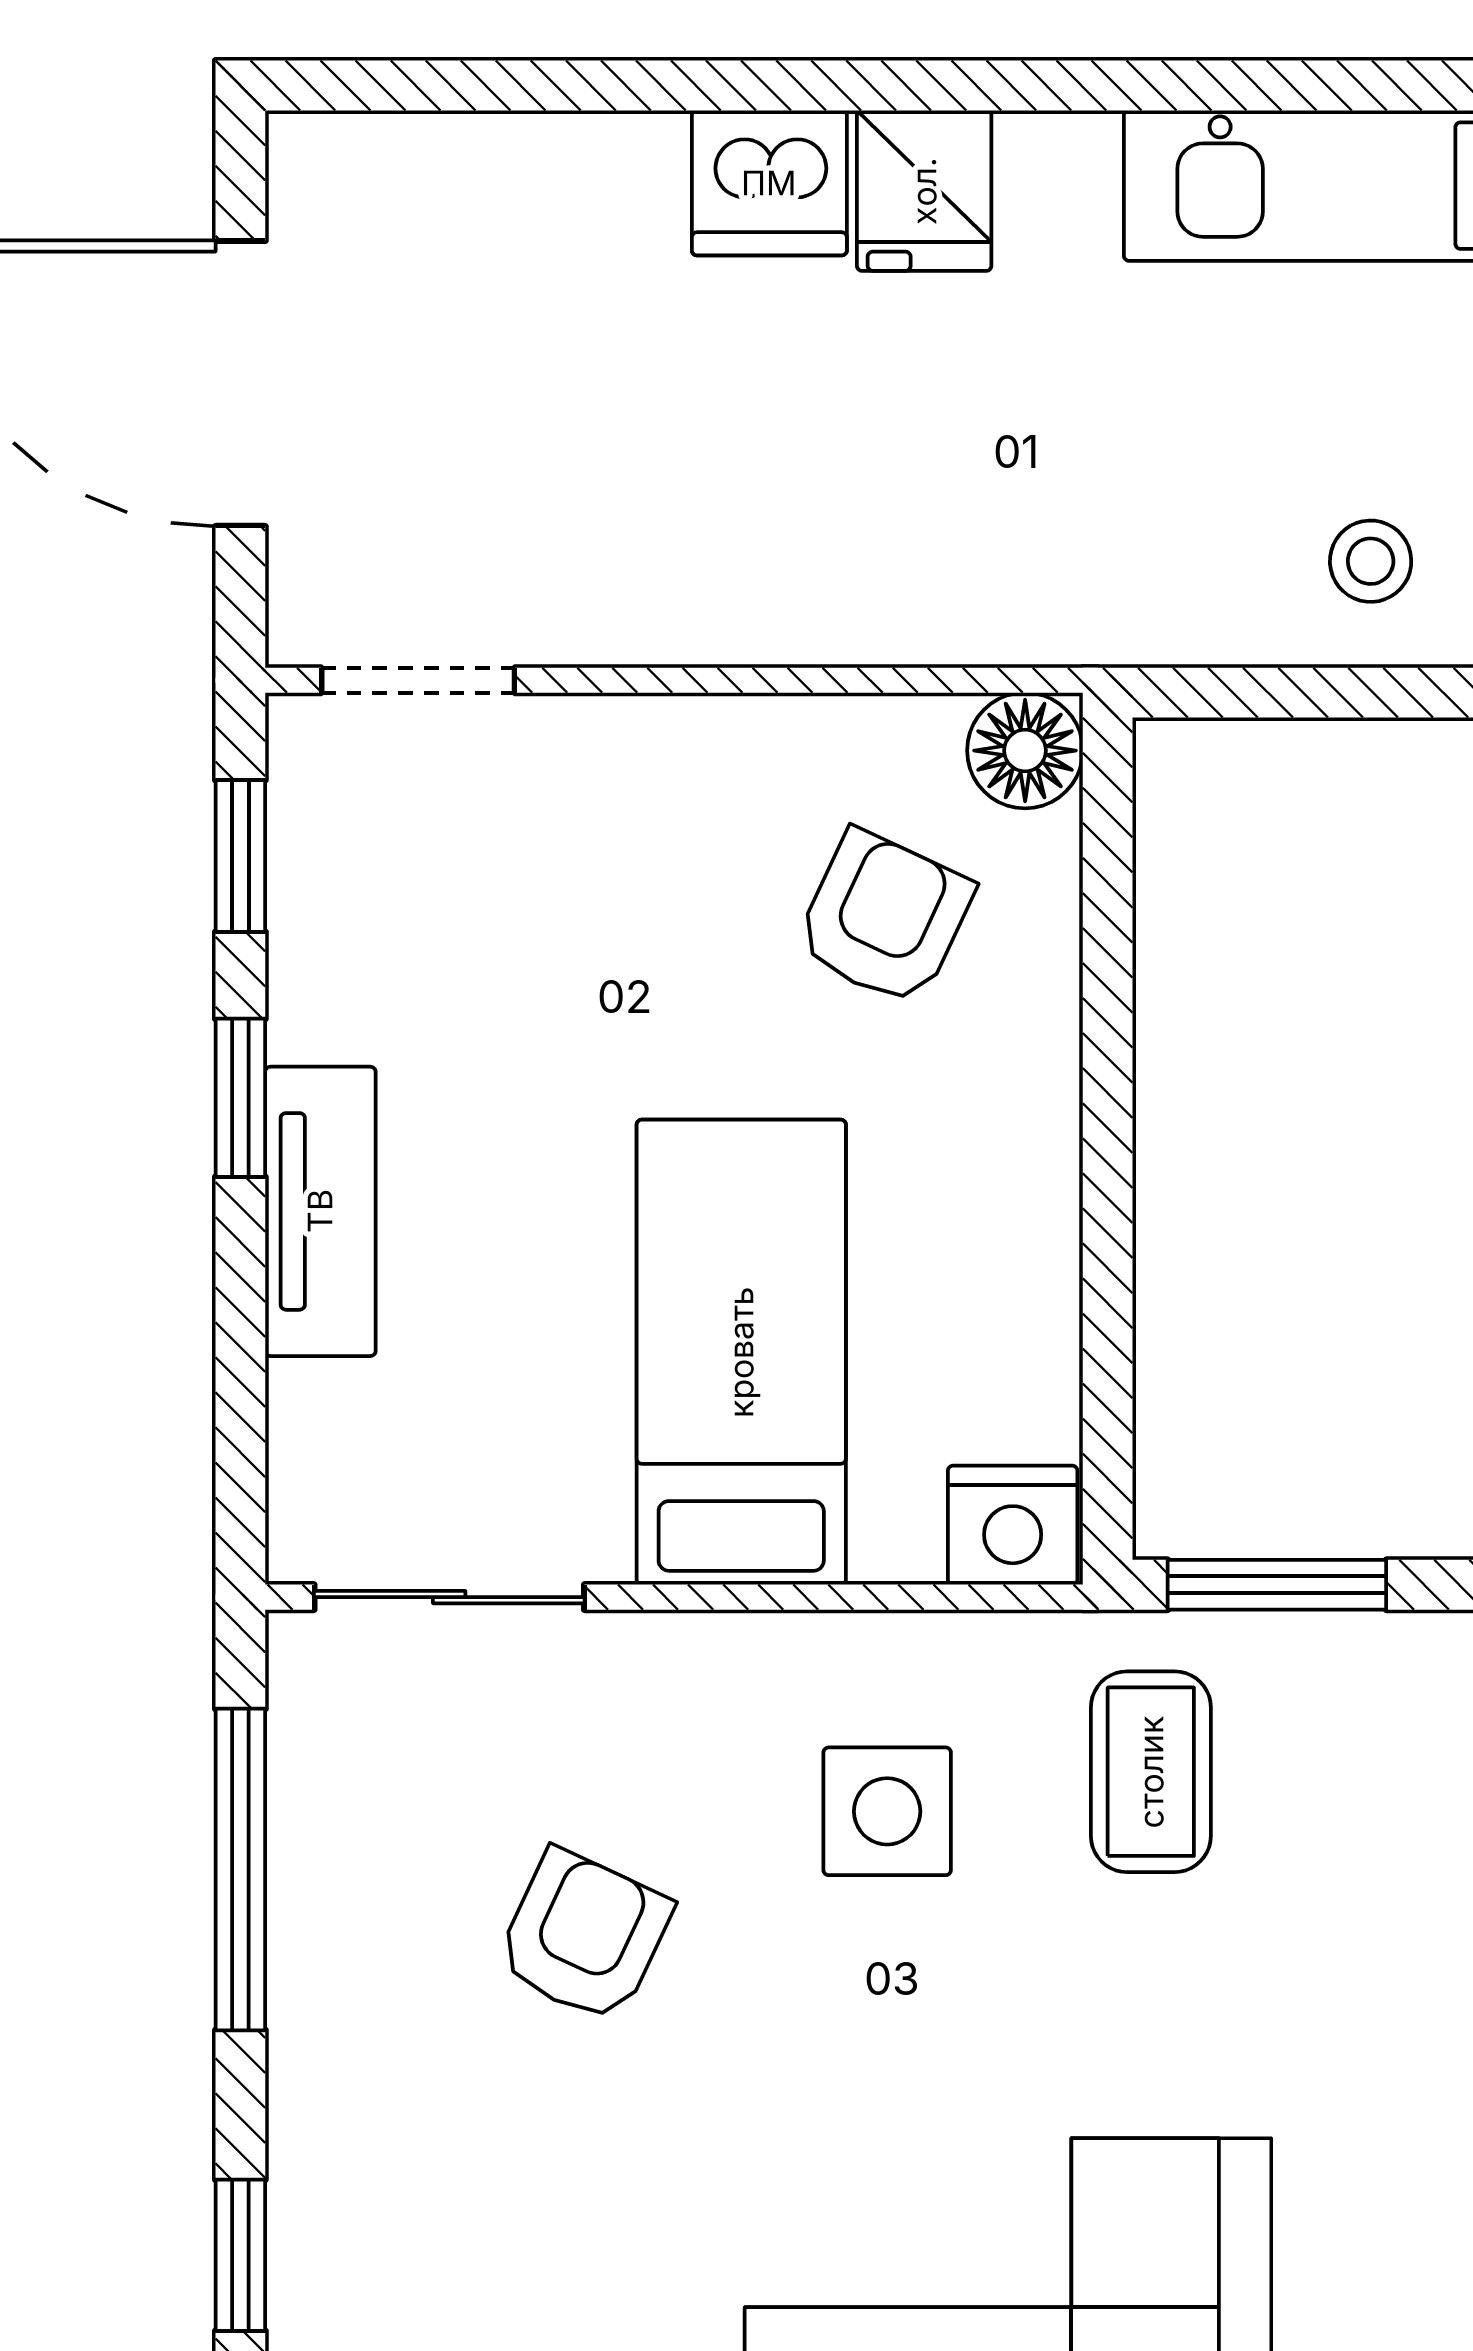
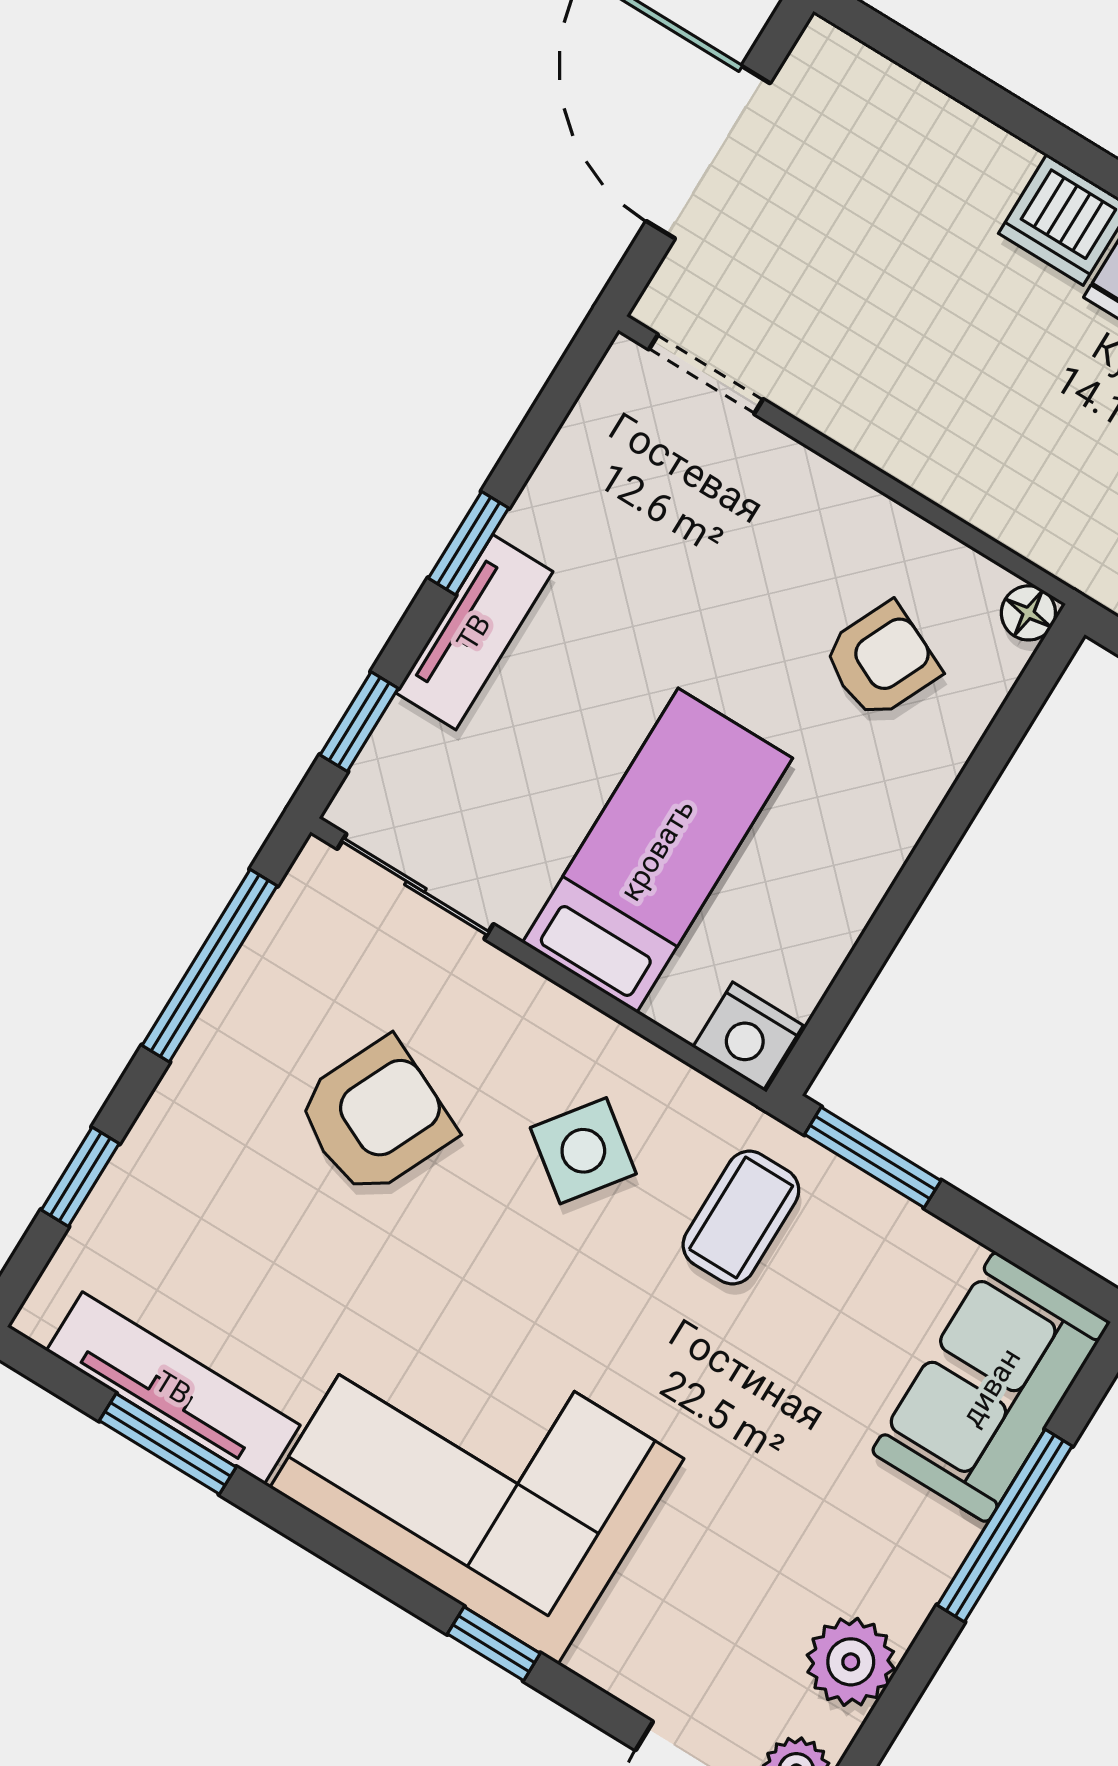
floor lamp: (1025, 751) -> (1028, 613), width x0.73, depth x0.73
window: (240, 856) -> (359, 722), moved
side table: (887, 1811) -> (583, 1151), turned 37
armchair: (584, 1936) -> (375, 1117), width x1.38, depth x1.38

